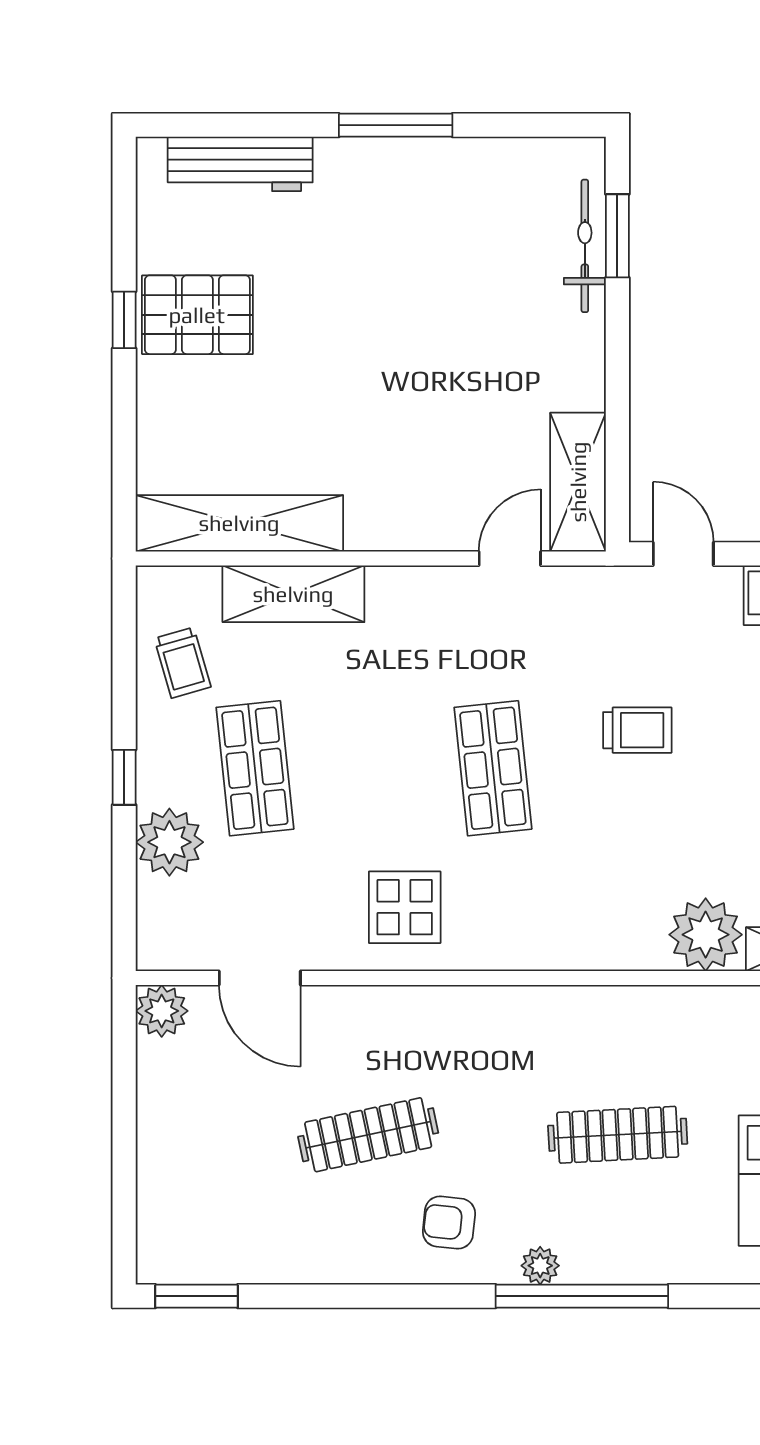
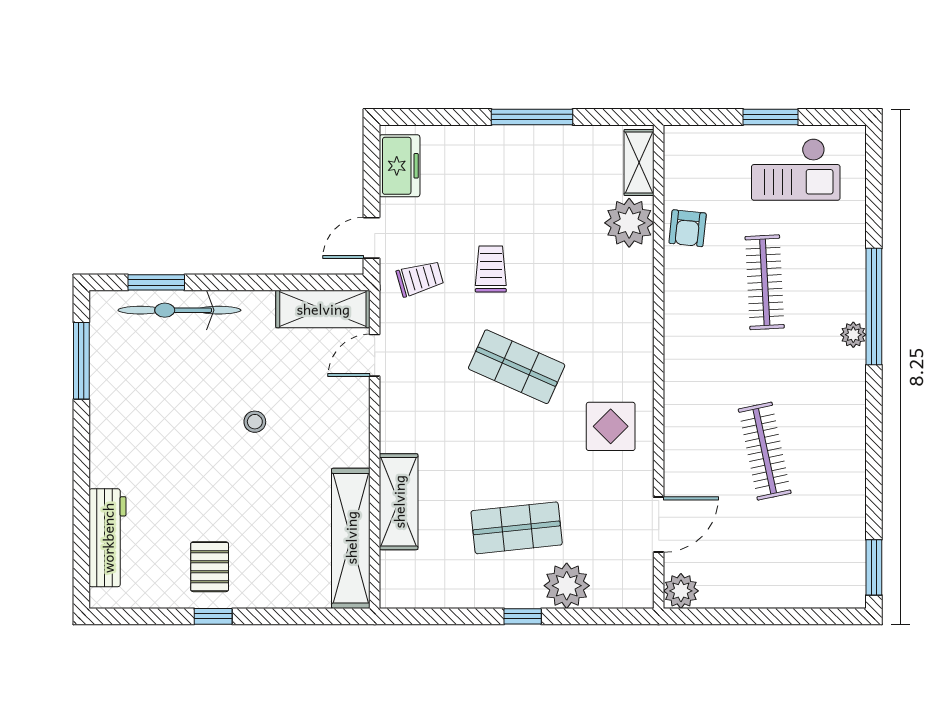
window: (396, 125) -> (81, 361), moved
bicycle: (585, 246) -> (179, 310), width x1.37, depth x1.40
pallet: (197, 315) -> (210, 567), width x0.67, depth x0.71
stool: (412, 381) -> (255, 422), added
door: (510, 559) -> (375, 355), hinge flipped
trolley: (183, 663) -> (420, 278), moved
shop shelf: (493, 768) -> (517, 367), turned 30
armchair: (449, 1223) -> (688, 228), moved

